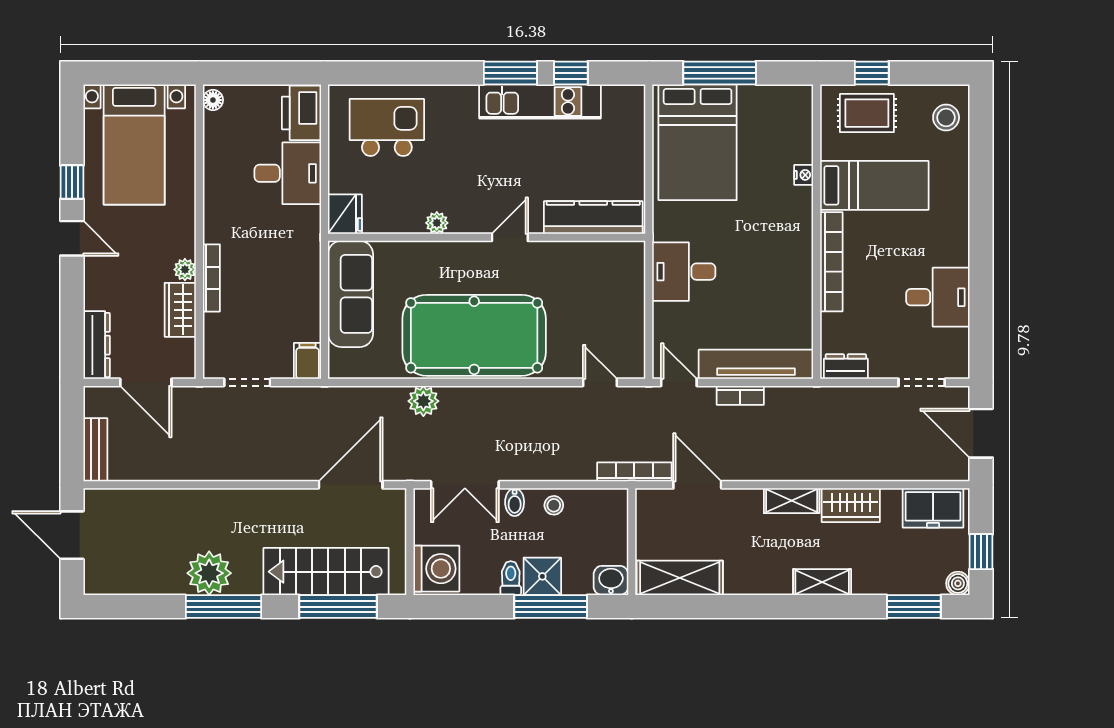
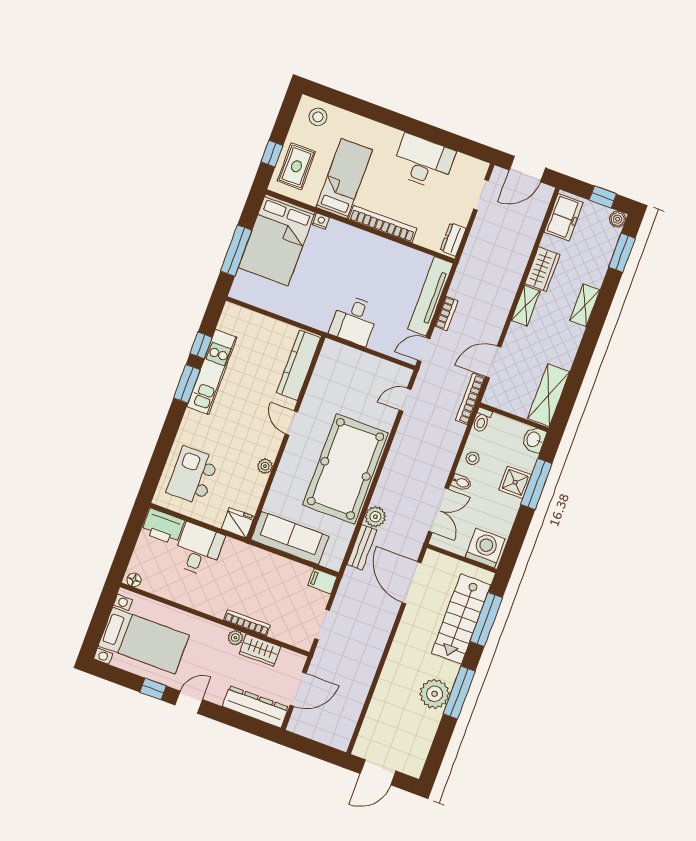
bed: (698, 142) -> (277, 240), moved, turned 90
desk: (938, 297) -> (423, 162), width x1.37
dresser: (97, 345) -> (256, 707), width x1.37, depth x1.24
bench: (95, 450) -> (362, 547), moved, turned 90
toilet: (511, 578) -> (482, 420), moved, turned -90

